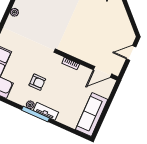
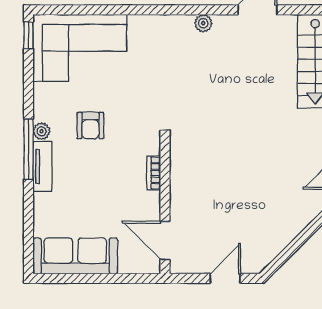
door: (131, 53) -> (225, 278), hinge flipped

